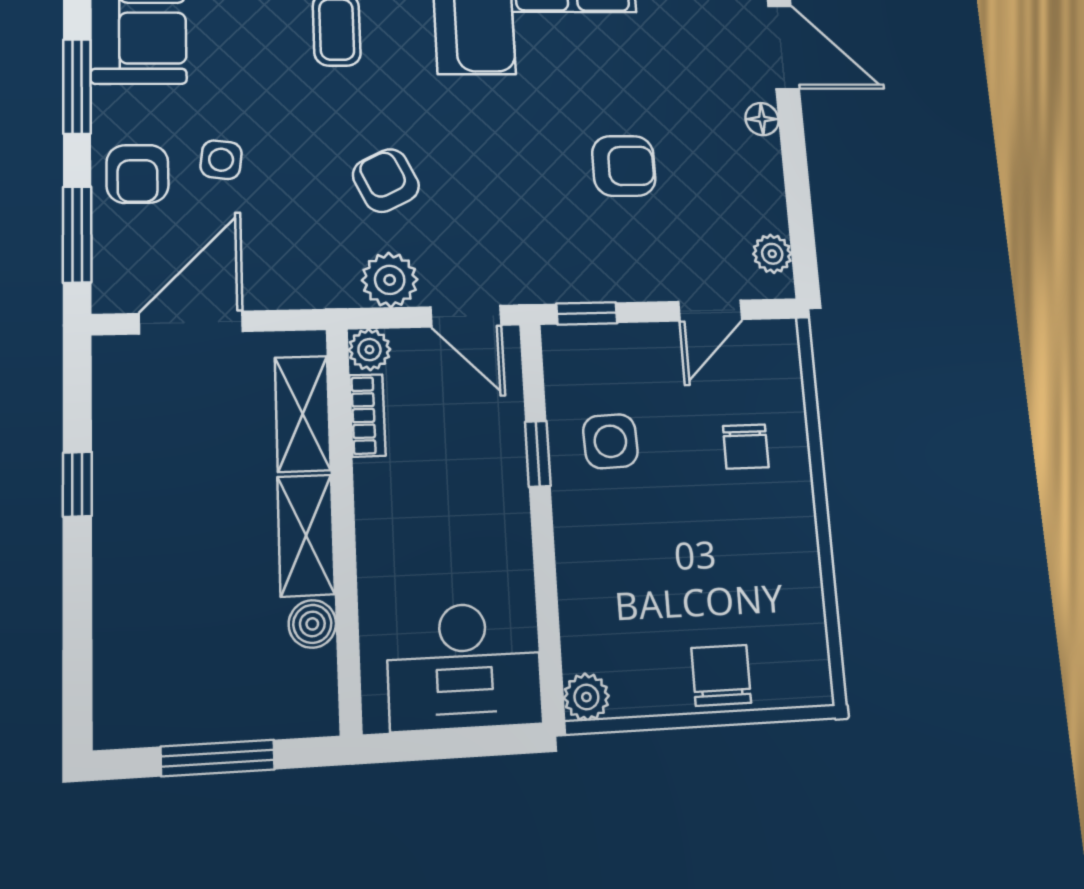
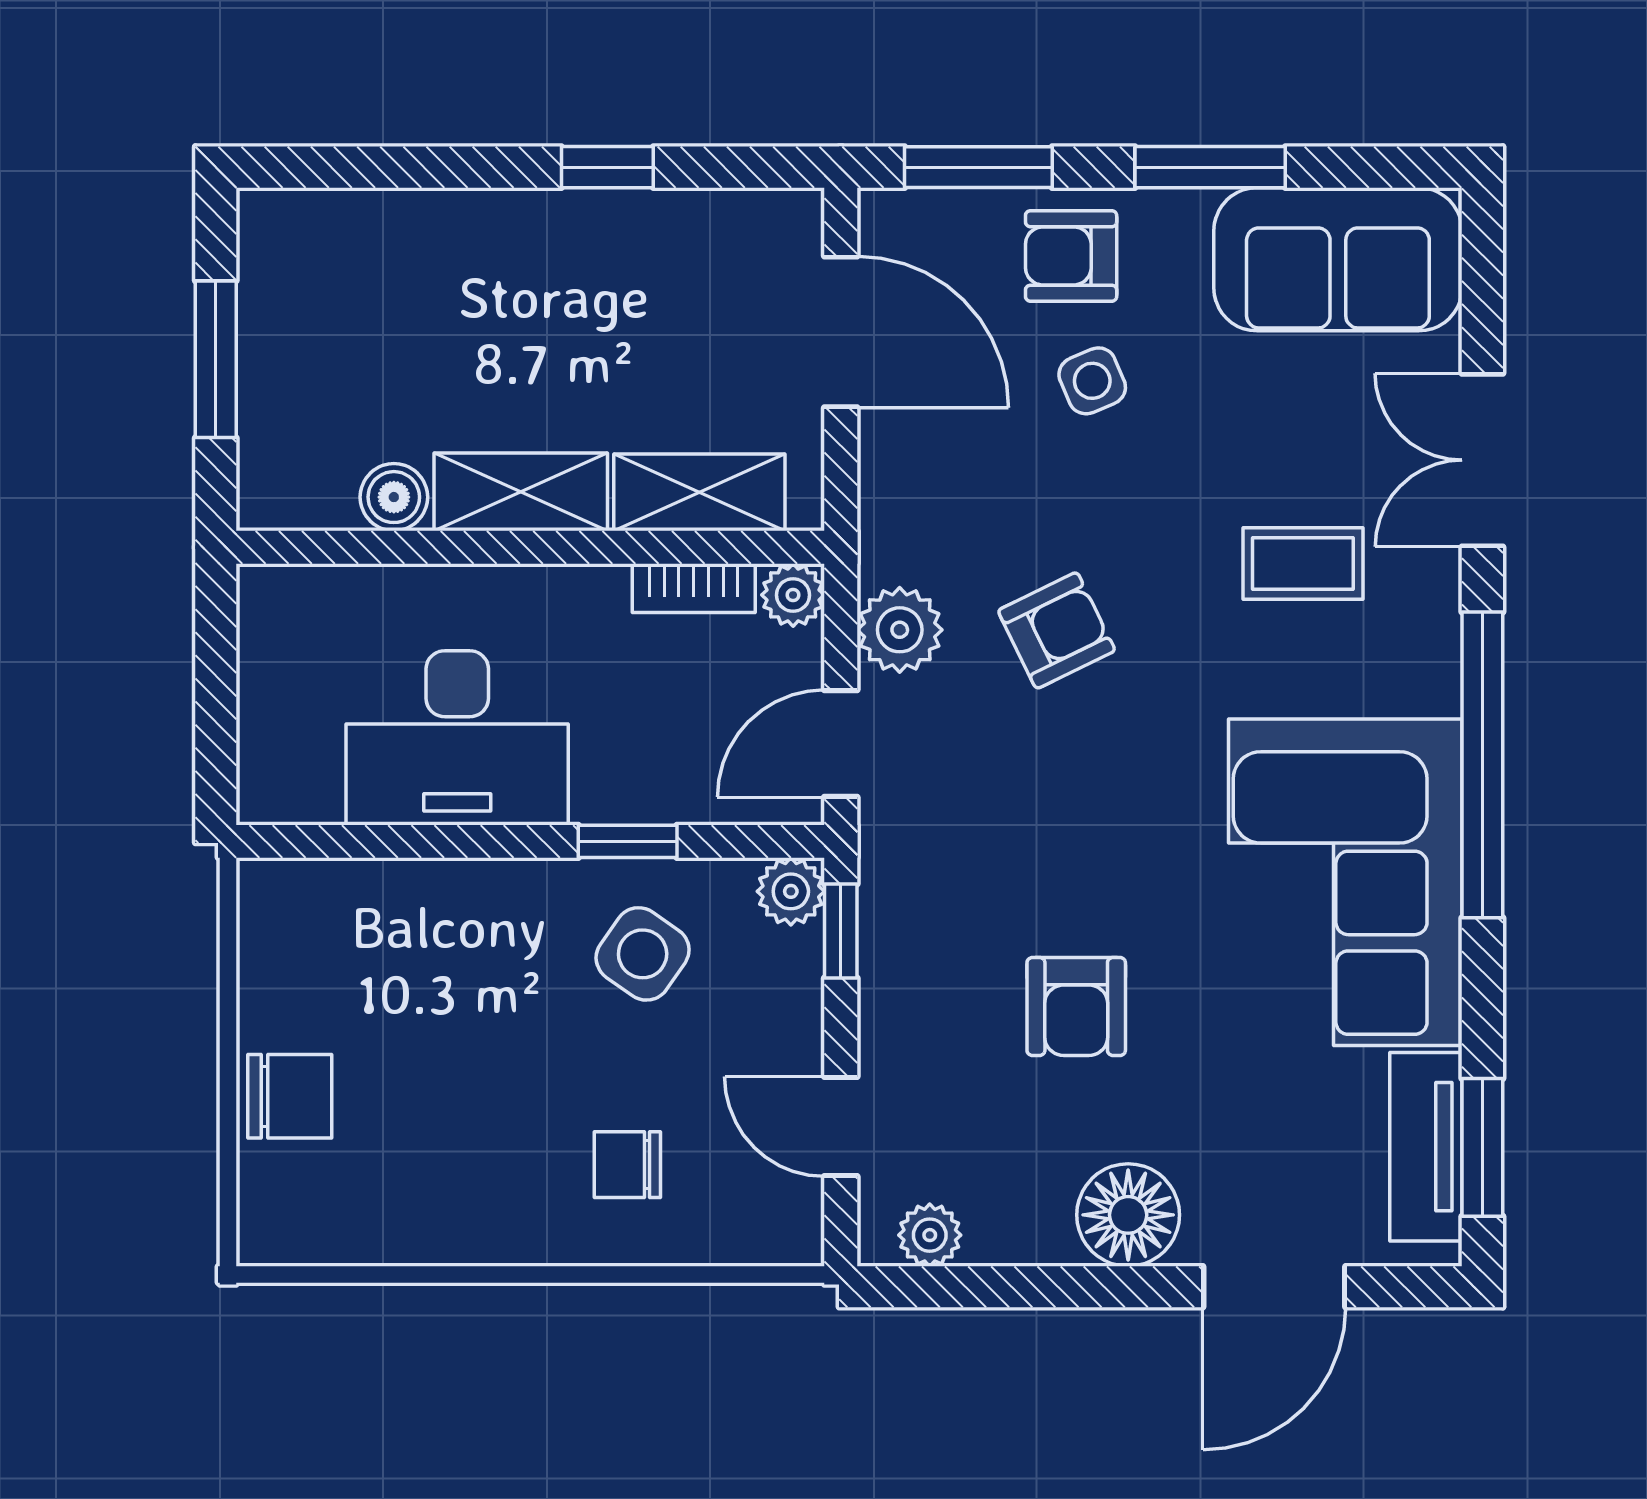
floor lamp: (762, 119) -> (1128, 1215), width x1.89, depth x1.89
side table: (221, 160) -> (1092, 381), turned -30
side table: (610, 441) -> (643, 954), turned 37
desk: (464, 666) -> (457, 738), moved, turned -90
plant: (586, 697) -> (791, 891), moved

